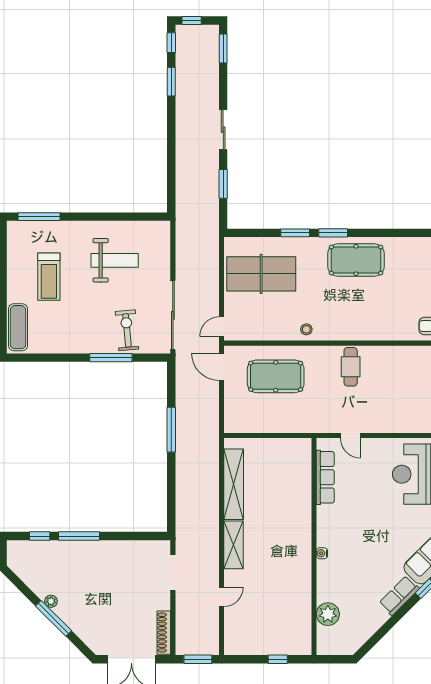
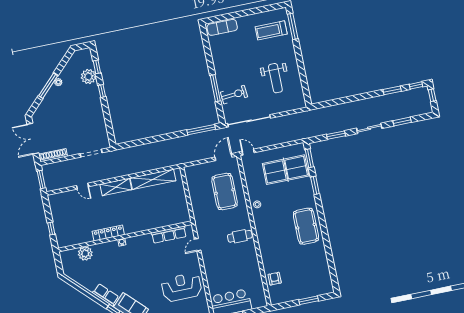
window: (223, 49) -> (402, 122), moved
window: (333, 233) -> (309, 158), moved
table tennis table: (261, 274) -> (286, 170), turned 90
treadmill: (49, 277) -> (271, 30), moved
window: (171, 430) -> (201, 130), moved
window: (79, 536) -> (102, 91), width x0.46
plant: (52, 552) -> (89, 77), added
locker: (303, 572) -> (108, 233), added

